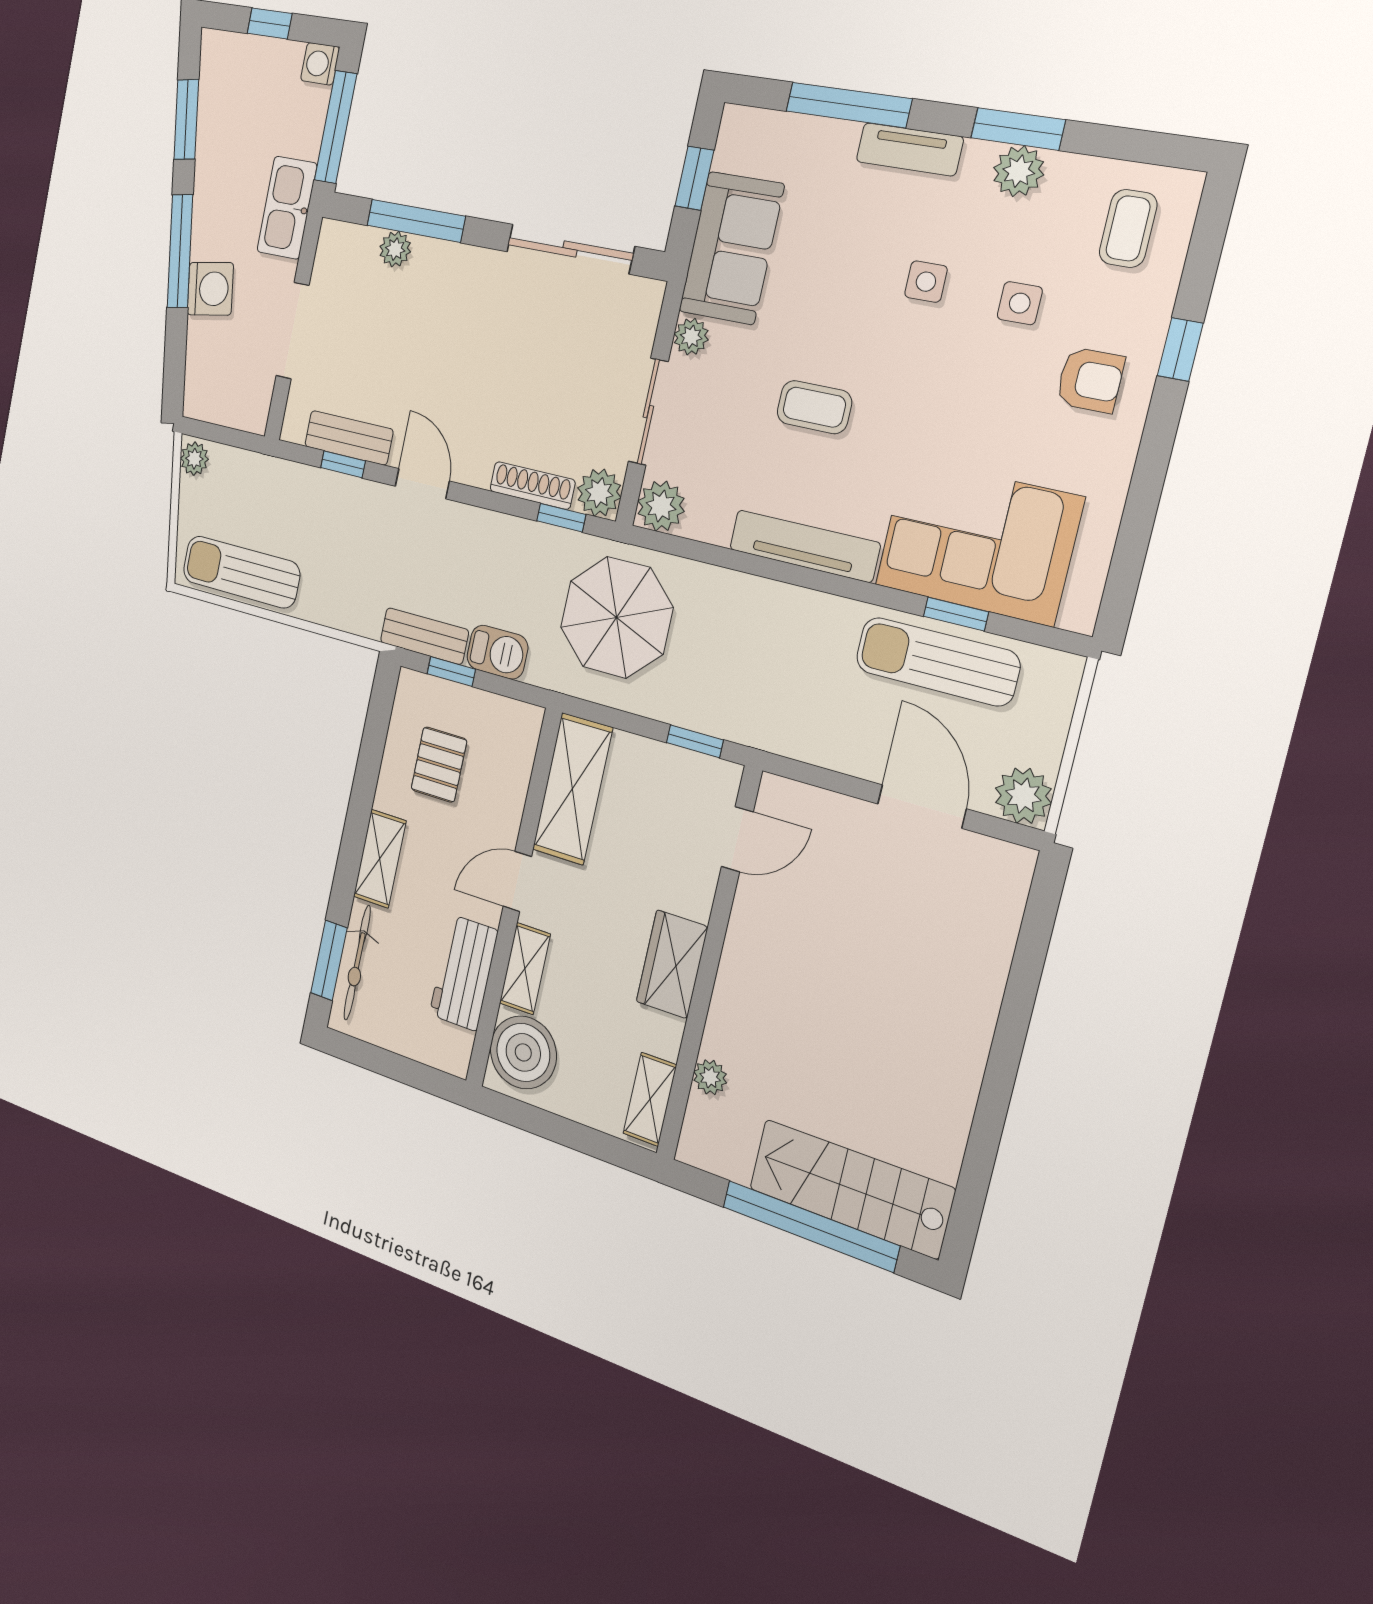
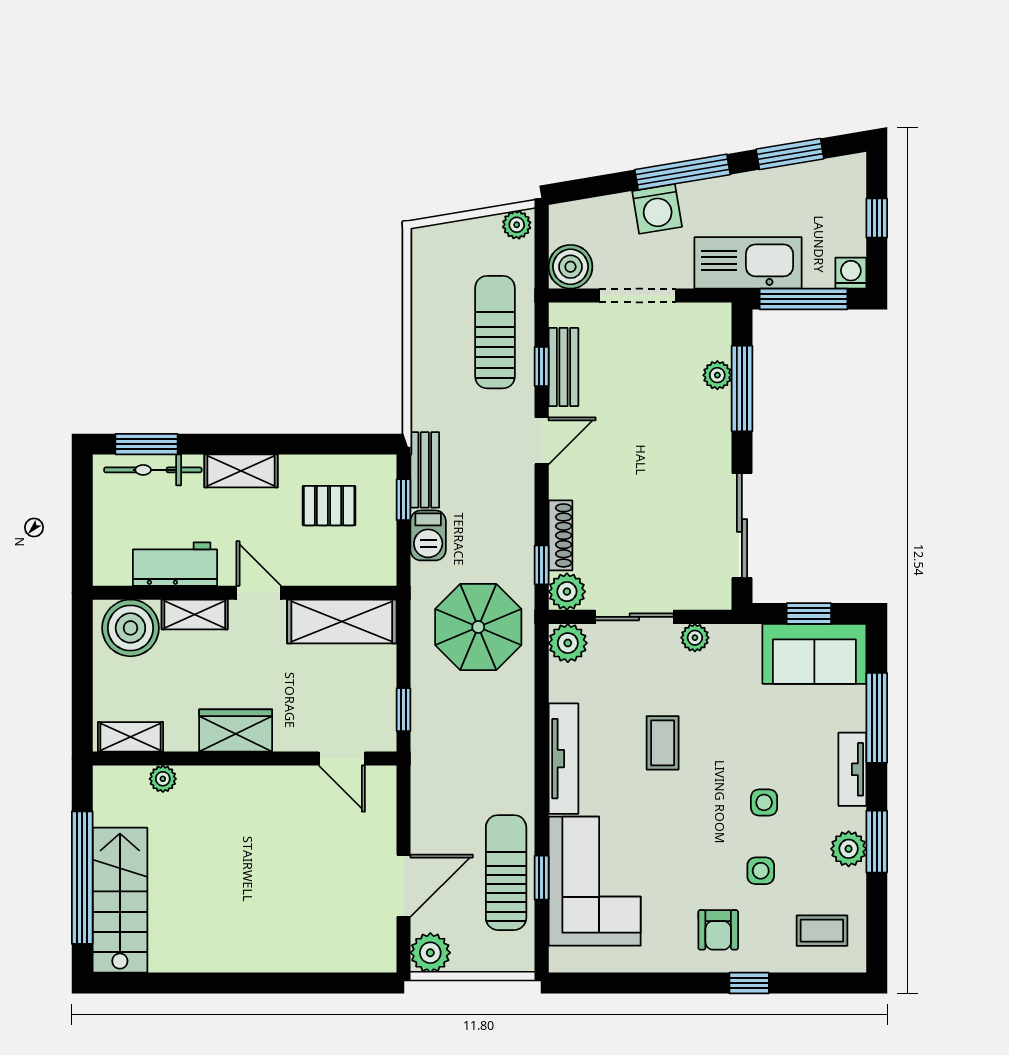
kitchen sink: (287, 208) -> (748, 263), width x1.36, depth x1.24
sofa: (731, 248) -> (814, 654), moved
boiler: (248, 405) -> (570, 267), added
sun lounger: (241, 572) -> (495, 332), moved

